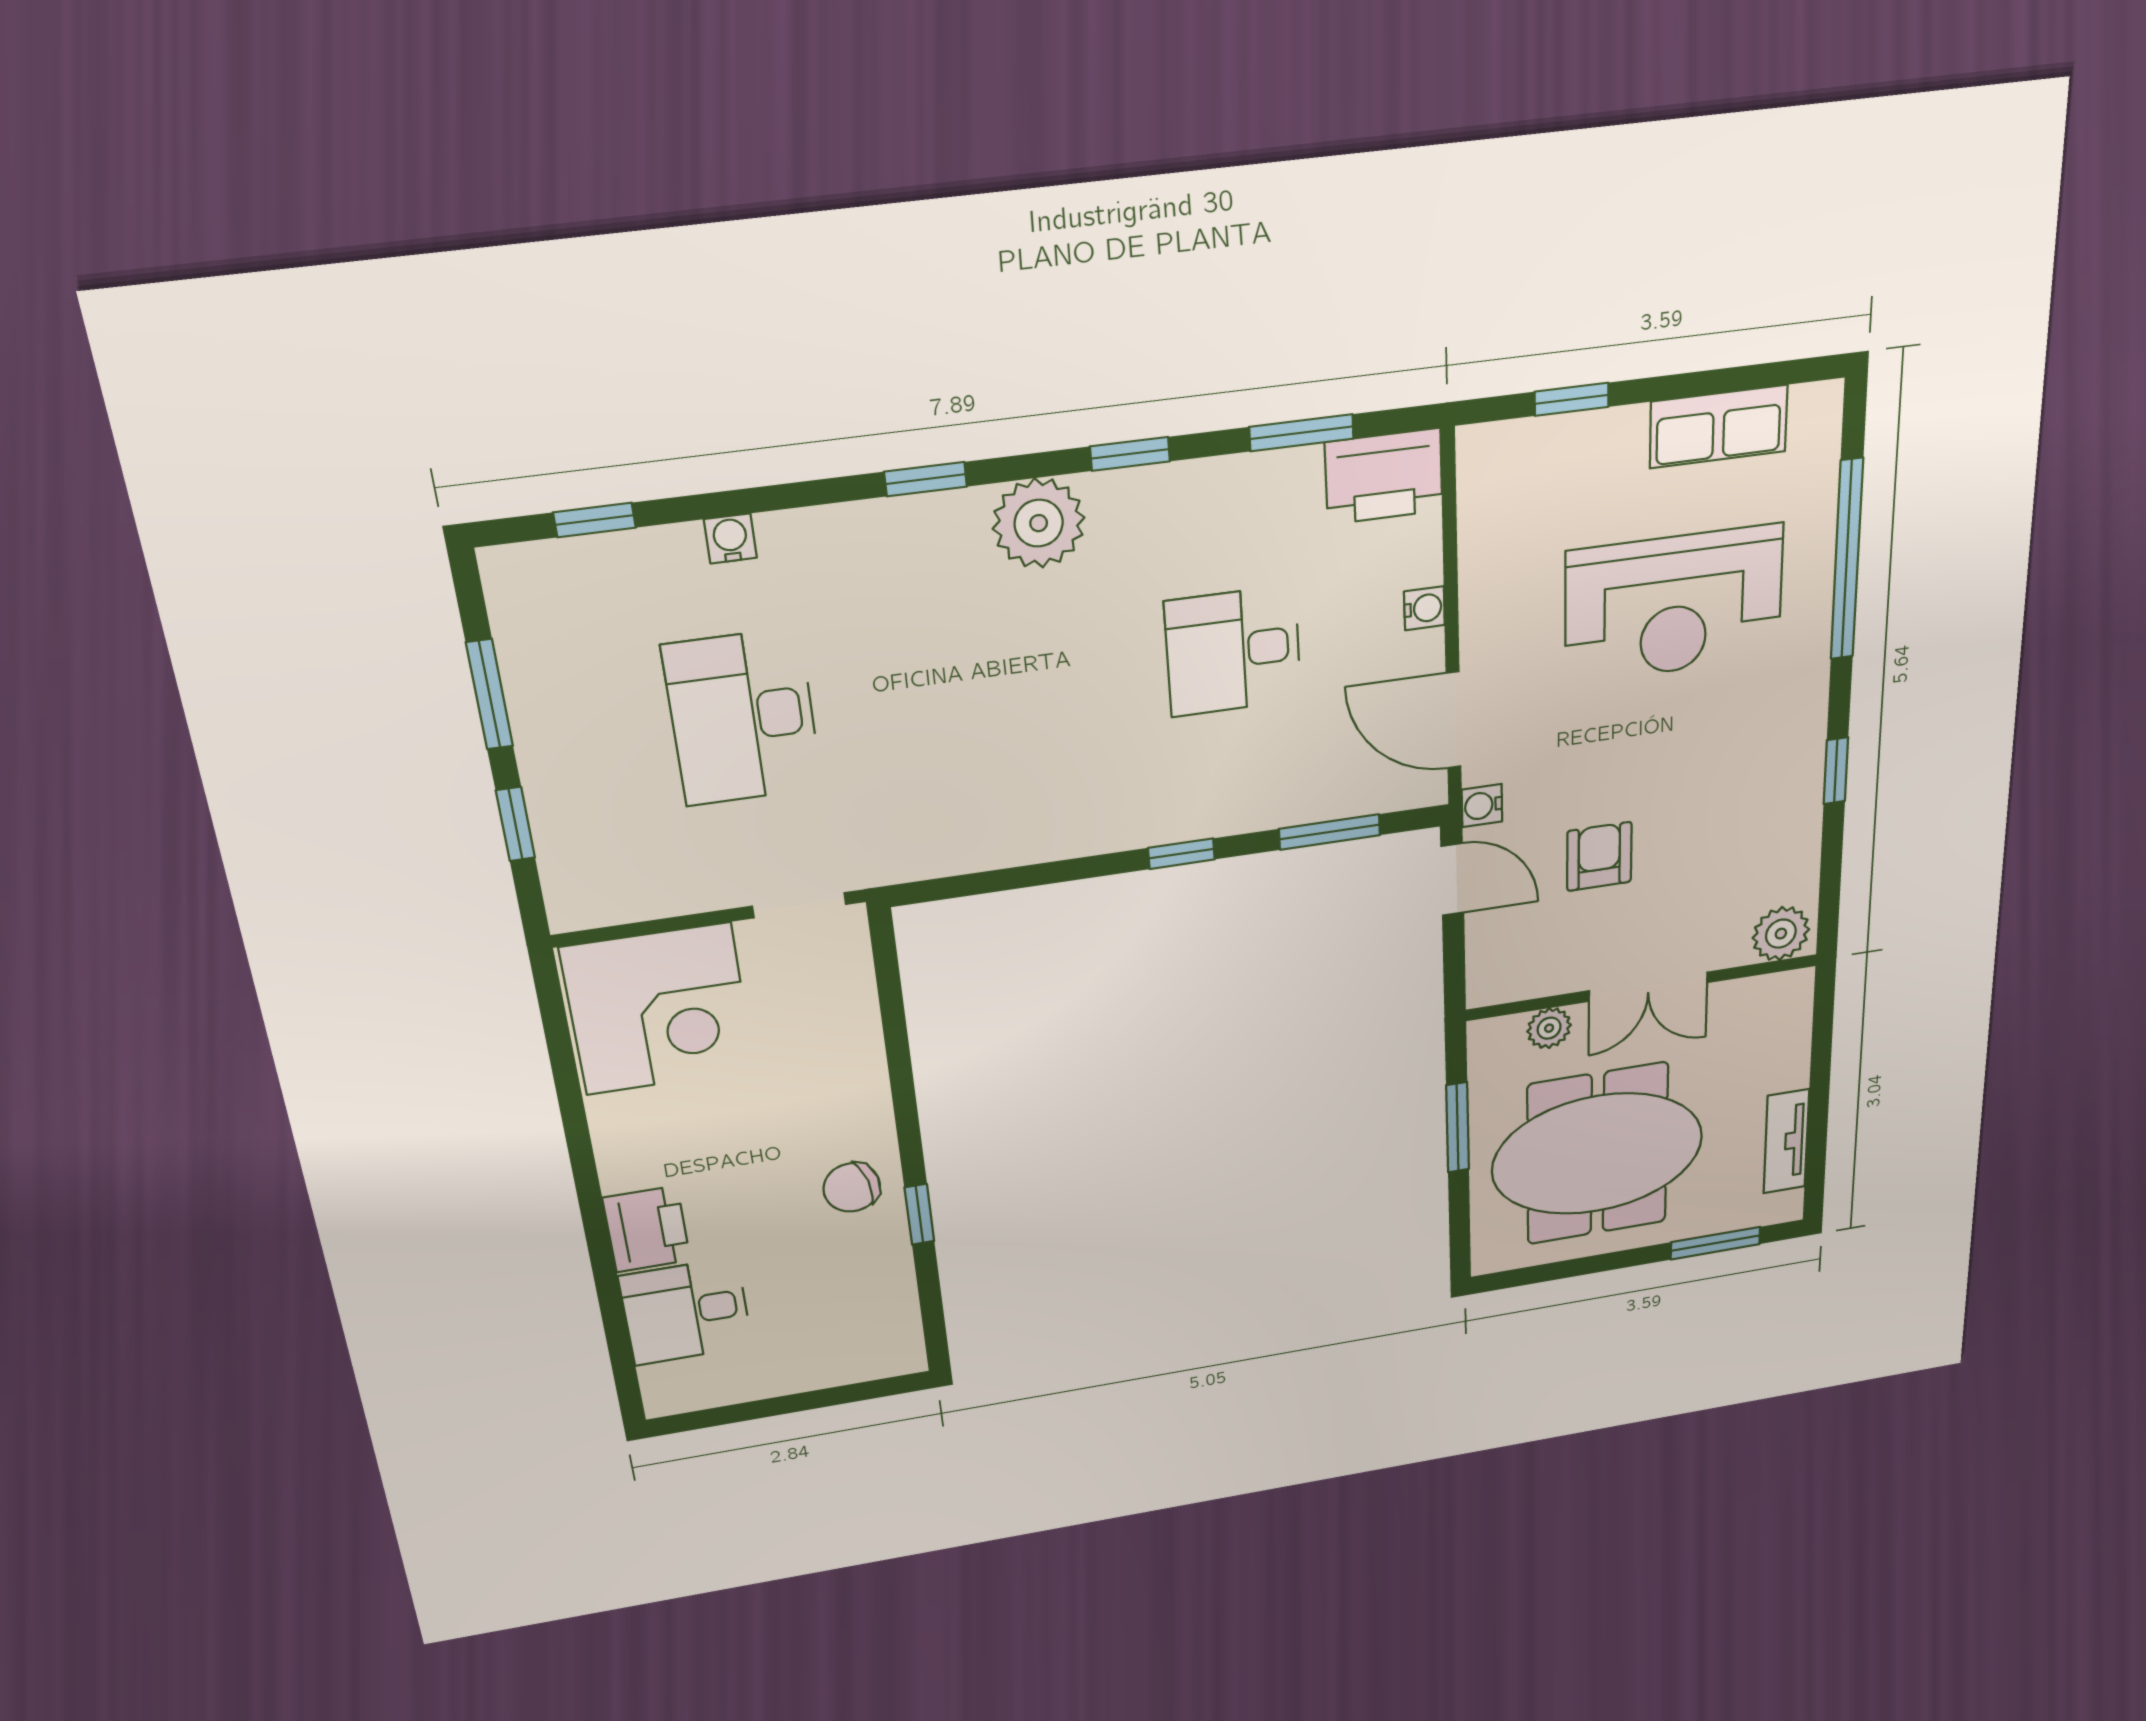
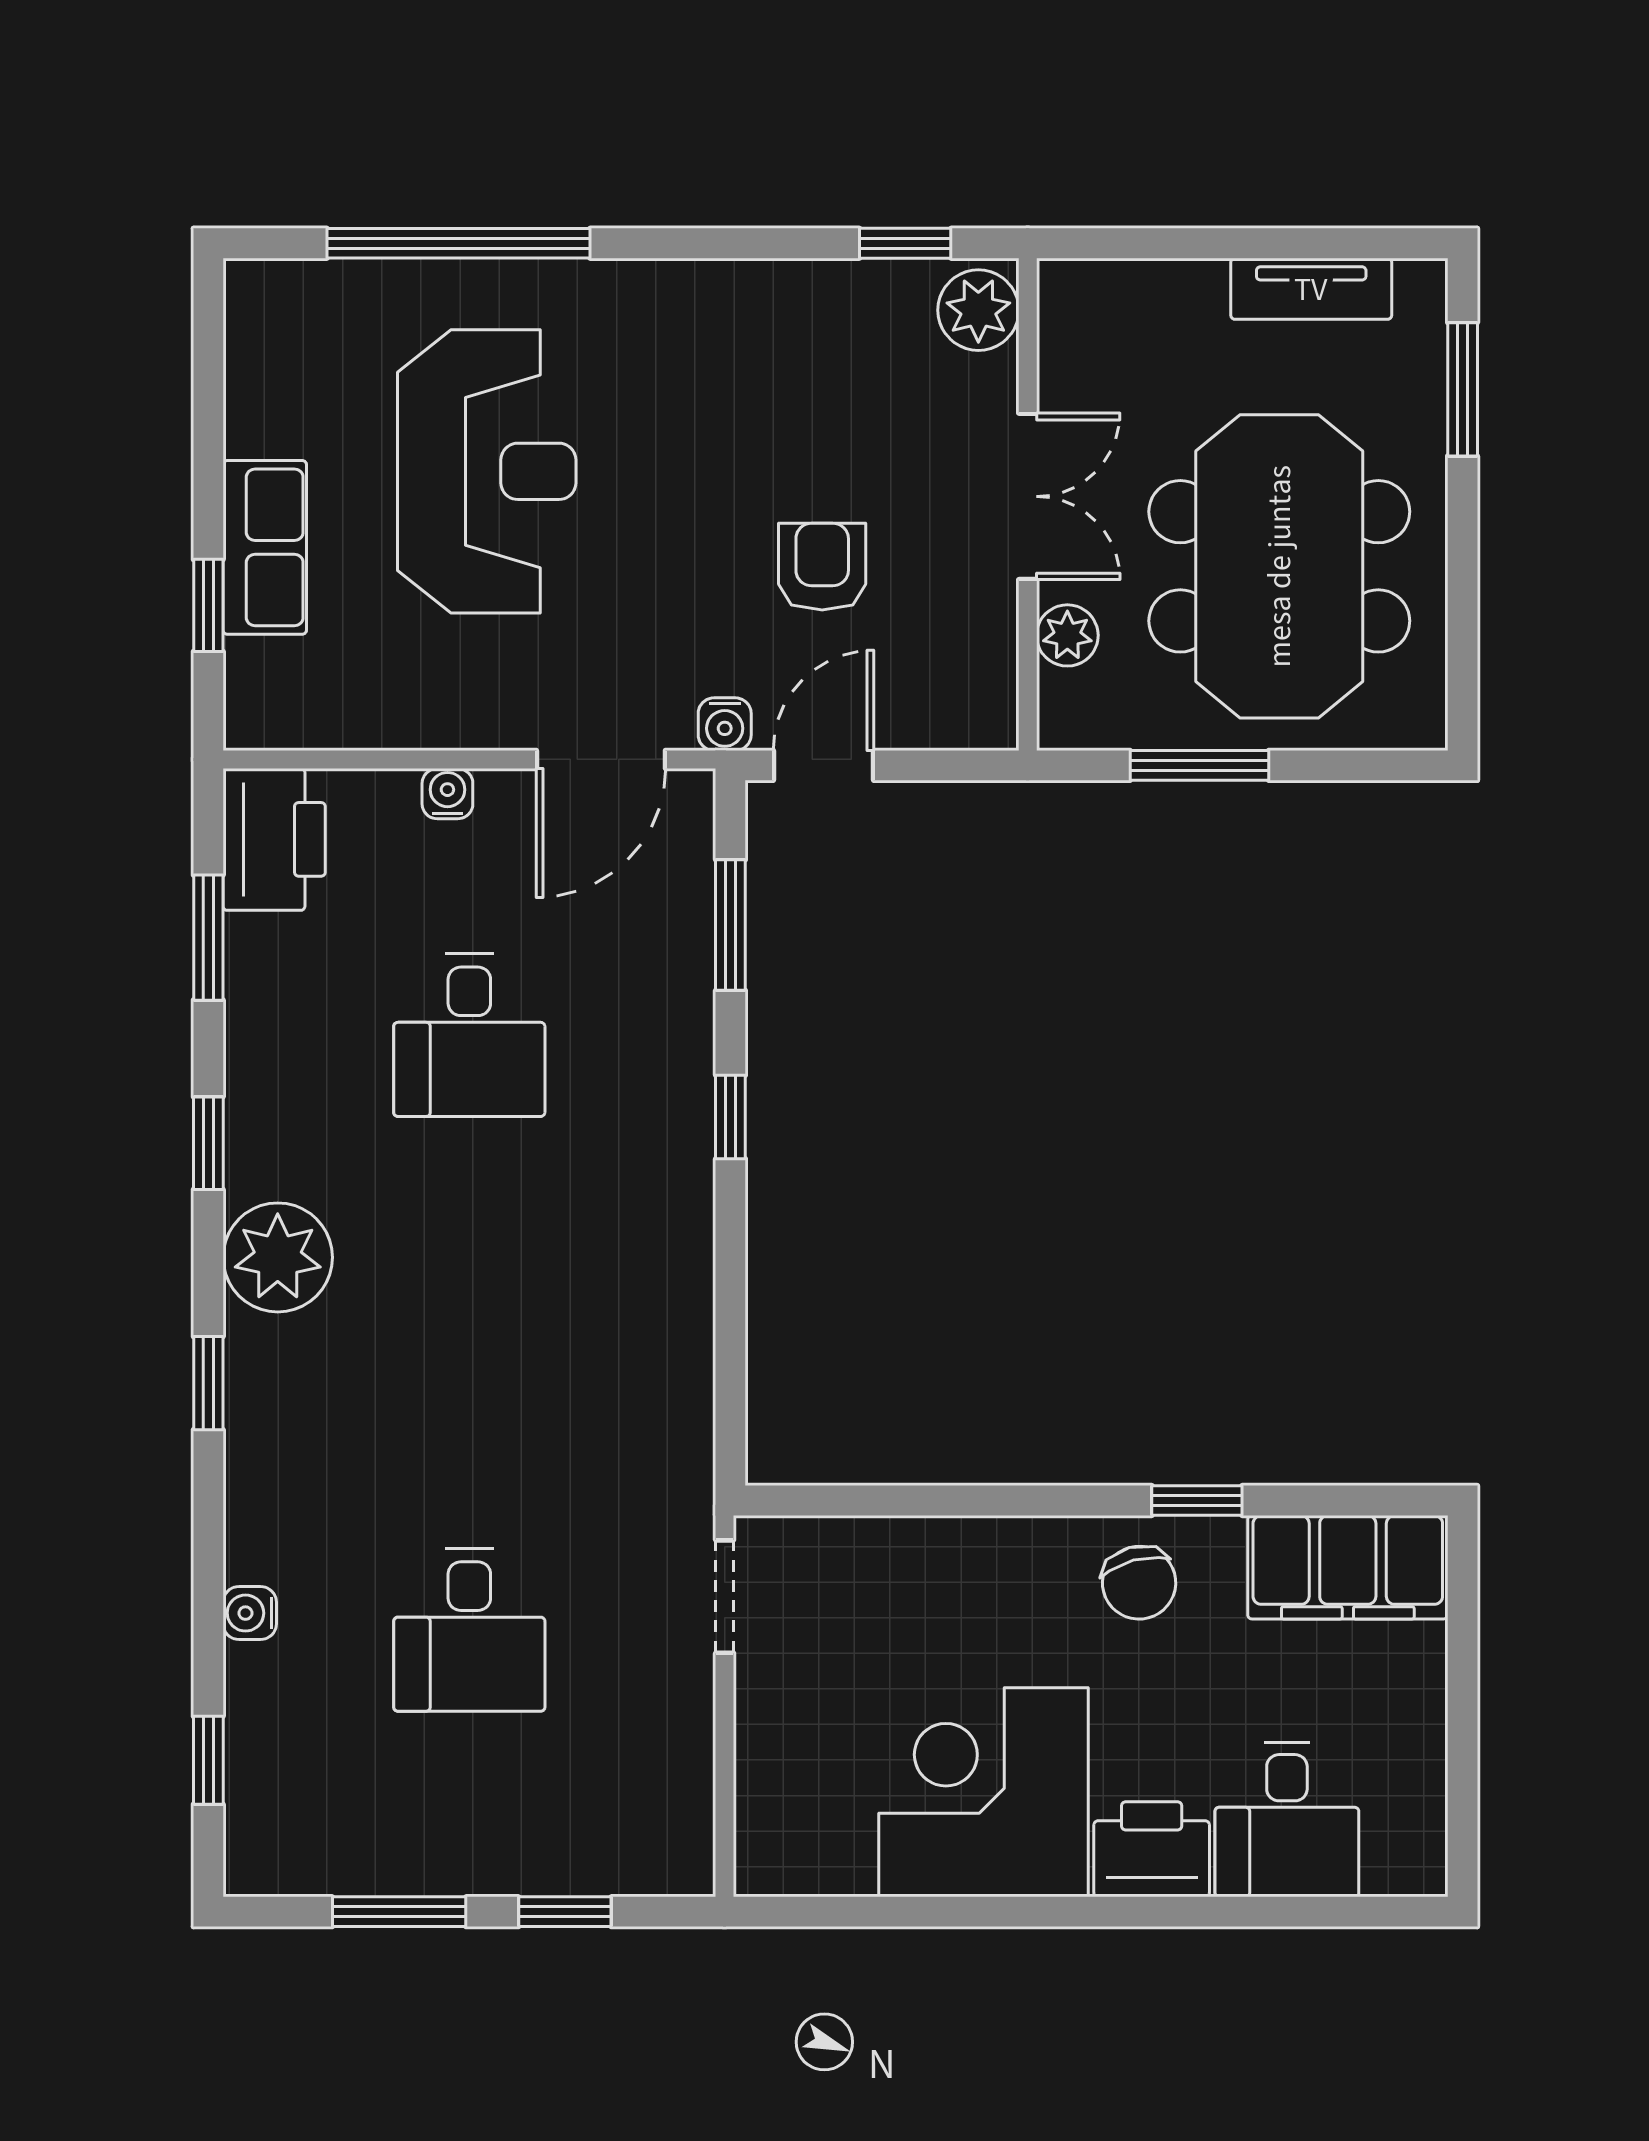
row of seats: (1719, 427) -> (265, 547), moved
desk: (743, 717) -> (469, 1630), width x0.73
window: (1836, 771) -> (905, 243), moved
armchair: (1599, 856) -> (822, 567), turned 90
corner desk: (658, 1009) -> (983, 1792), moved, turned -90
filing cabinet: (882, 1317) -> (1348, 1567), added

